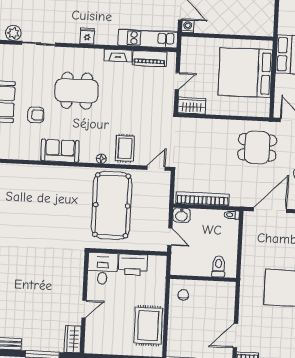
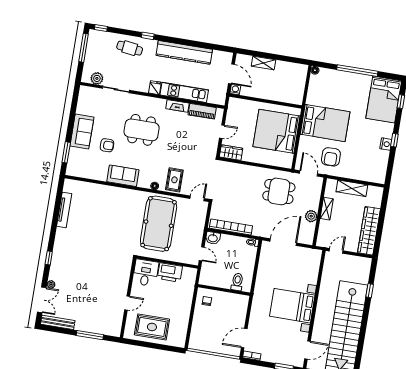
kitchen unit: (148, 39) -> (184, 92), moved
rug: (148, 326) -> (152, 327), moved, turned 90
wardrobe: (73, 339) -> (115, 326), removed

